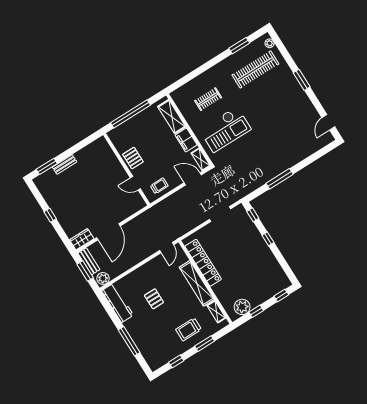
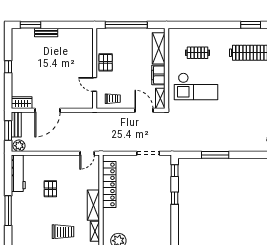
shelving: (197, 283) -> (93, 205), width x0.68
trolley: (189, 329) -> (63, 232), turned 180

